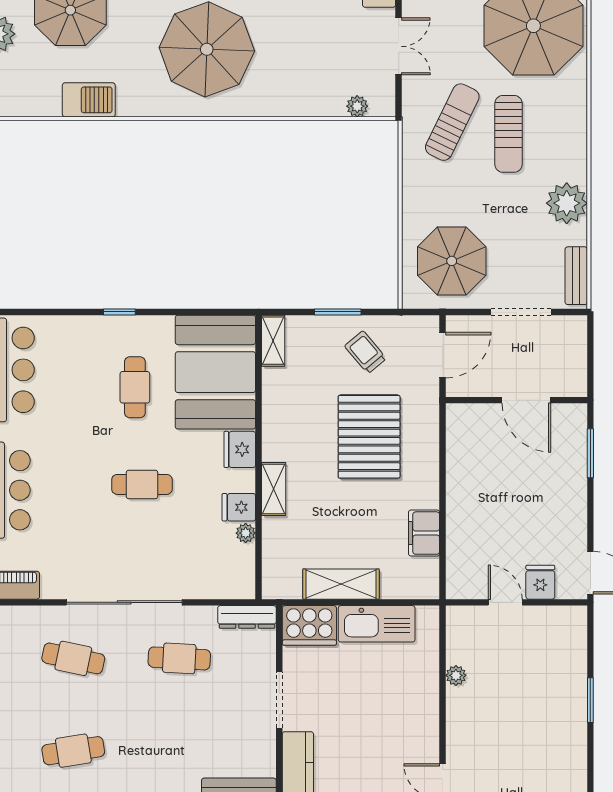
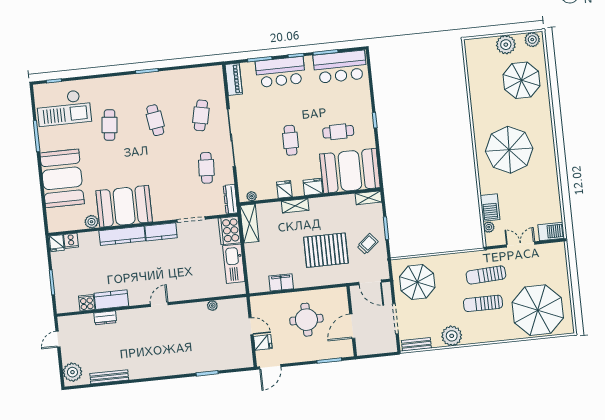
double door: (399, 46) -> (521, 244), swing flipped
barbecue: (89, 100) -> (490, 207), moved
sun lounger: (452, 122) -> (486, 275), turned 151
round table: (504, 490) -> (306, 320), added
plant: (246, 533) -> (252, 196), moved
shelving: (341, 584) -> (249, 224), moved
door: (505, 602) -> (251, 326), hinge flipped

